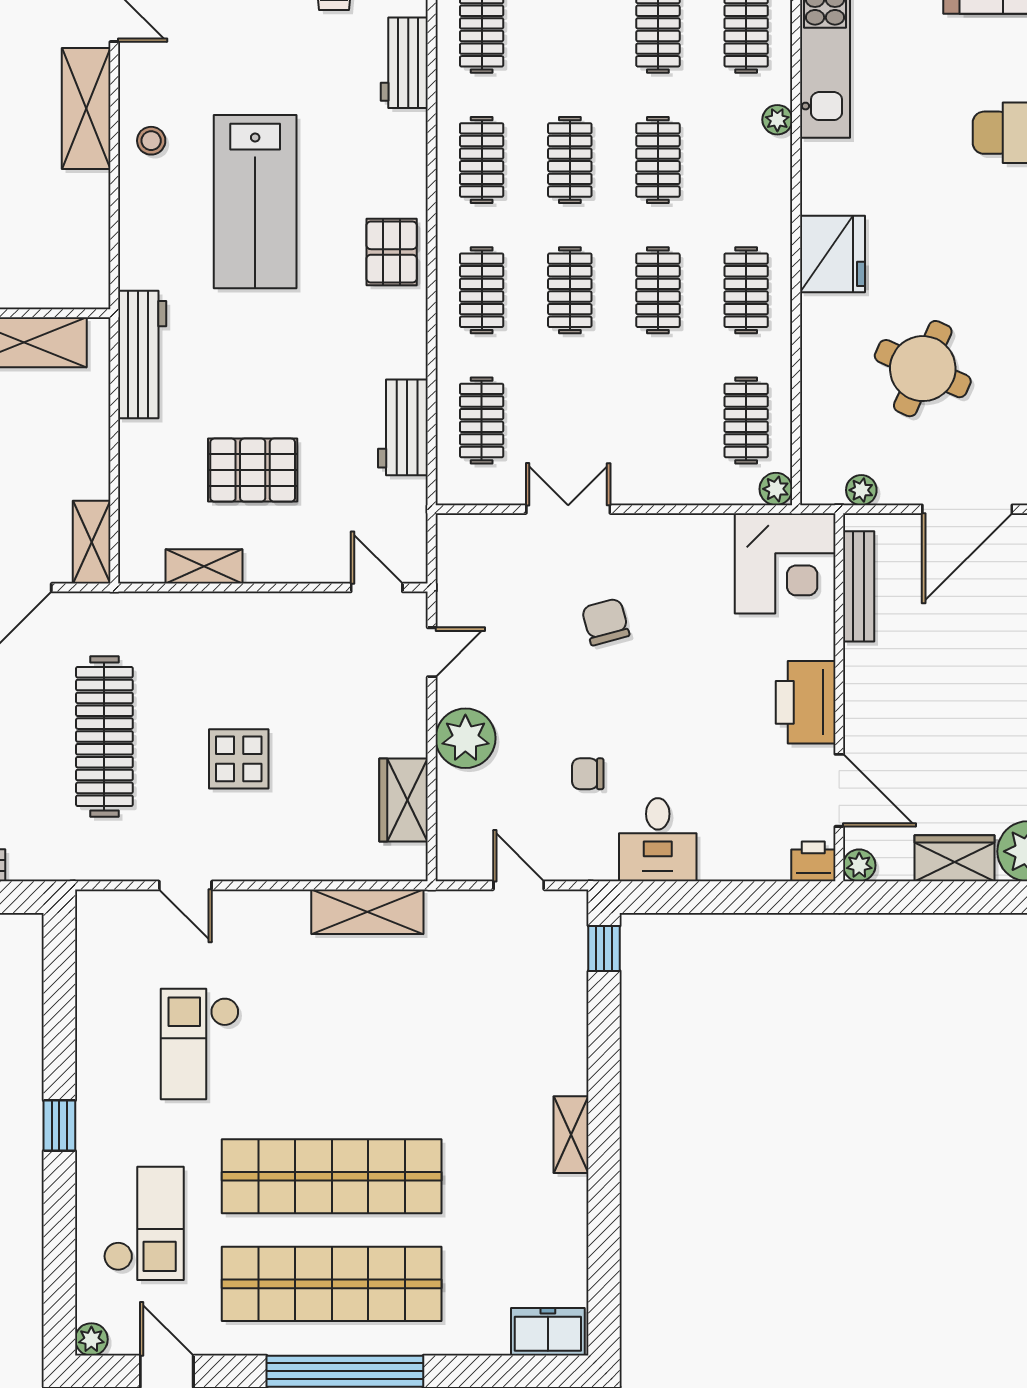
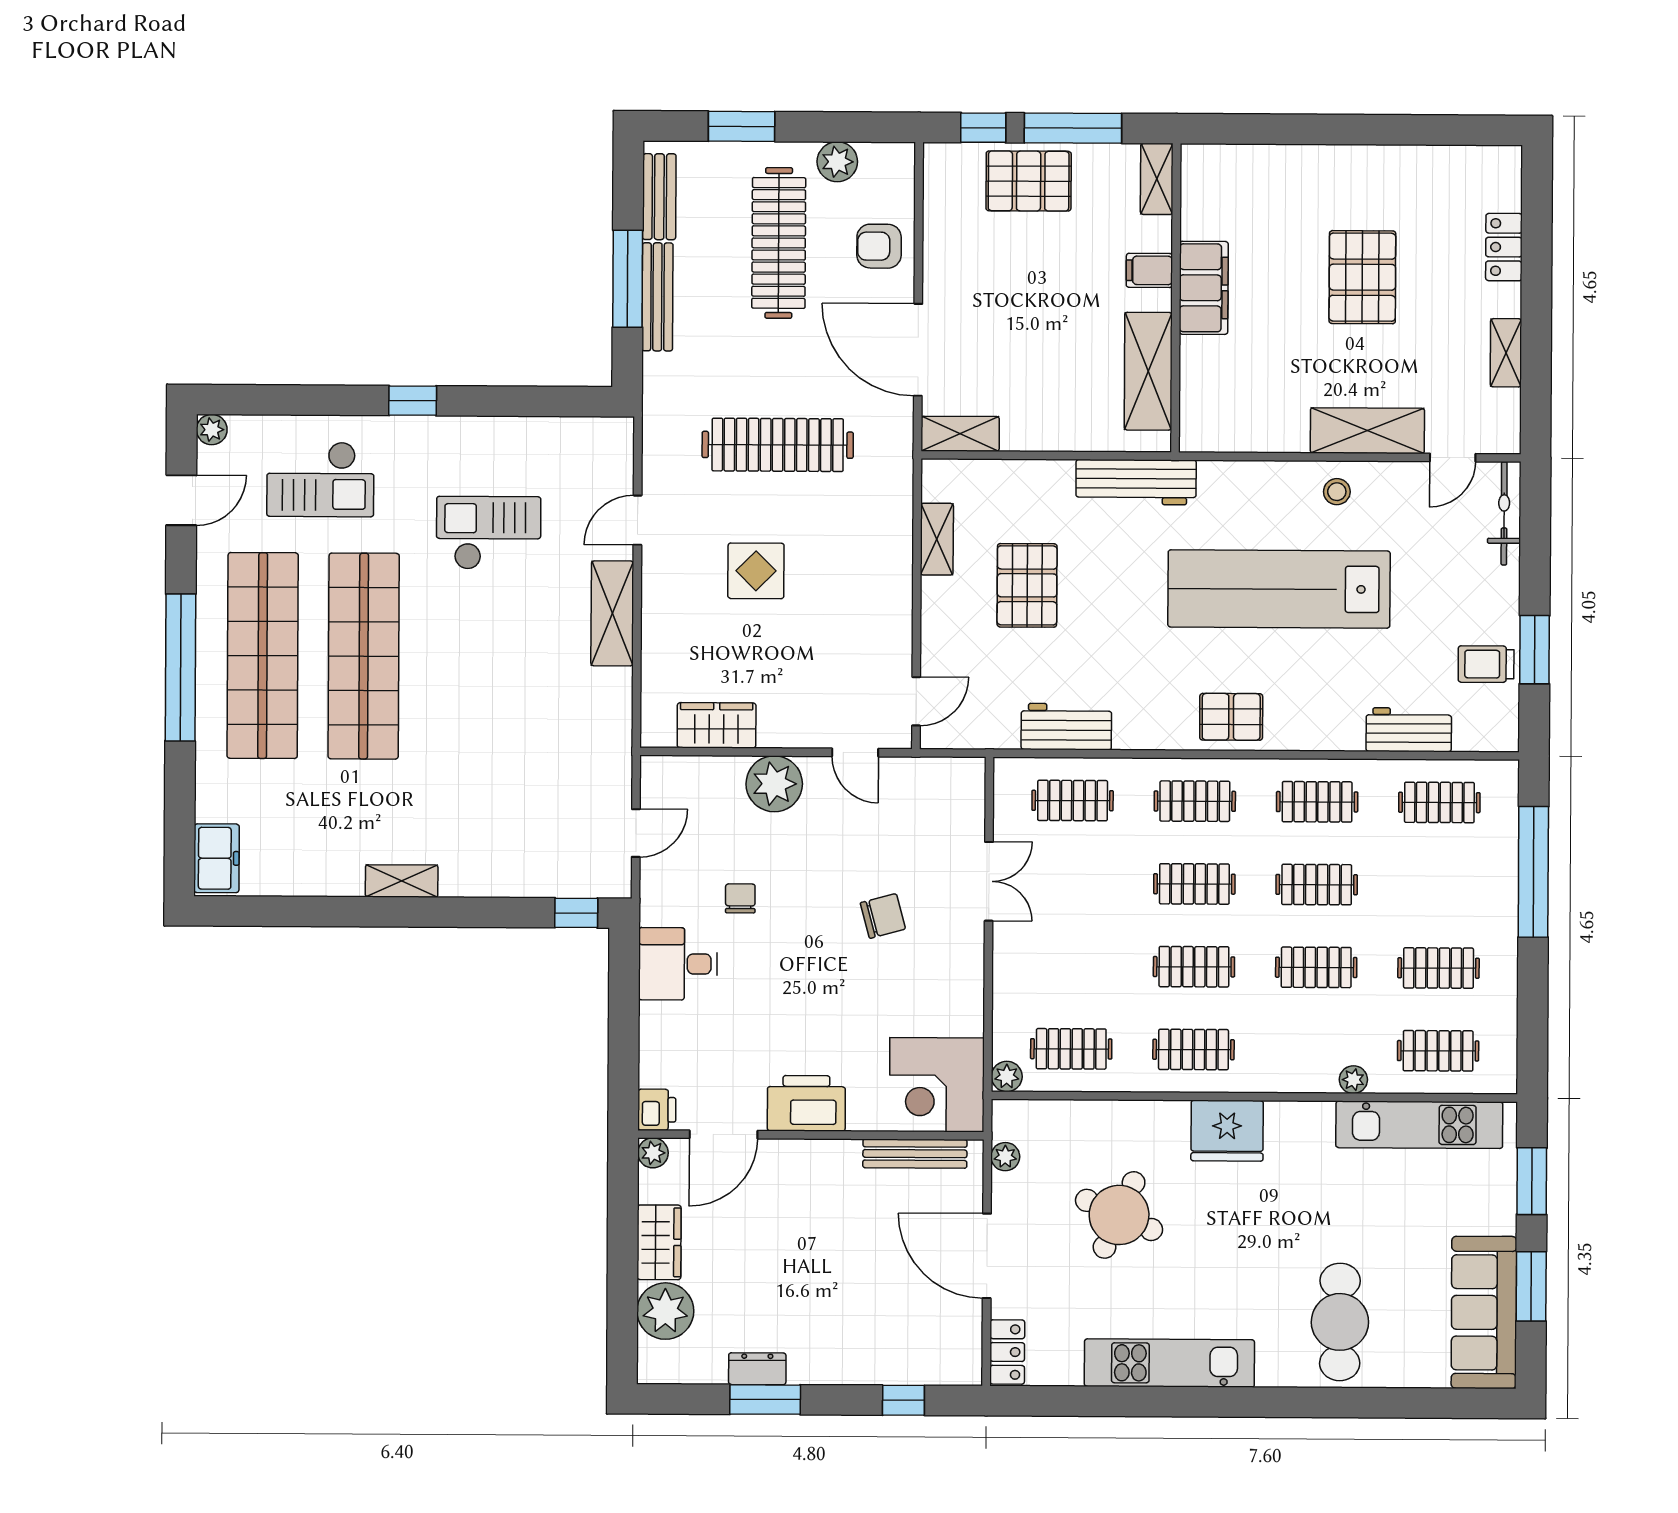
lab bench: (255, 202) -> (1279, 589), width x1.36
shelving: (367, 912) -> (612, 613), moved

